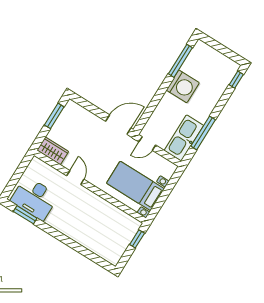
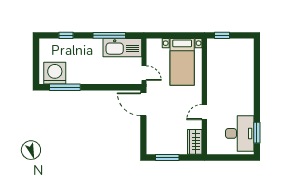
window: (236, 80) -> (66, 35), moved
washing machine: (183, 86) -> (55, 73), moved

